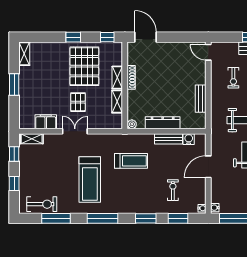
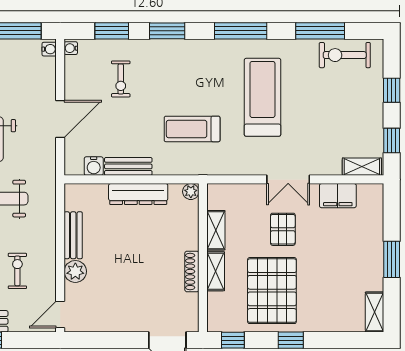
door: (208, 52) -> (60, 314), swing flipped
plant: (199, 77) -> (75, 271), added

